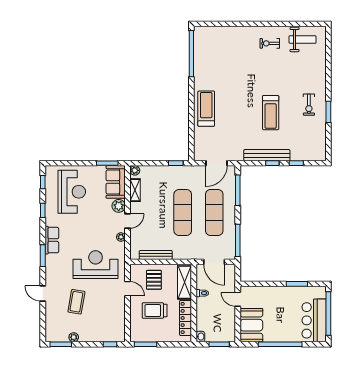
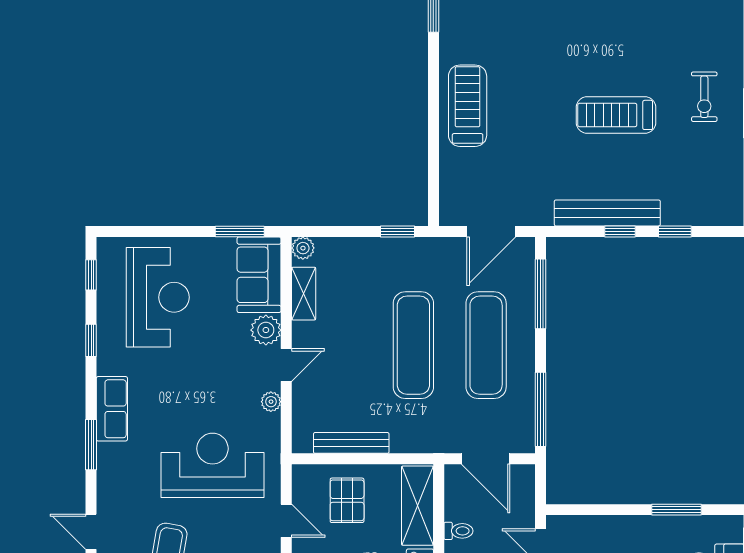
treadmill: (271, 113) -> (616, 115), turned 90

